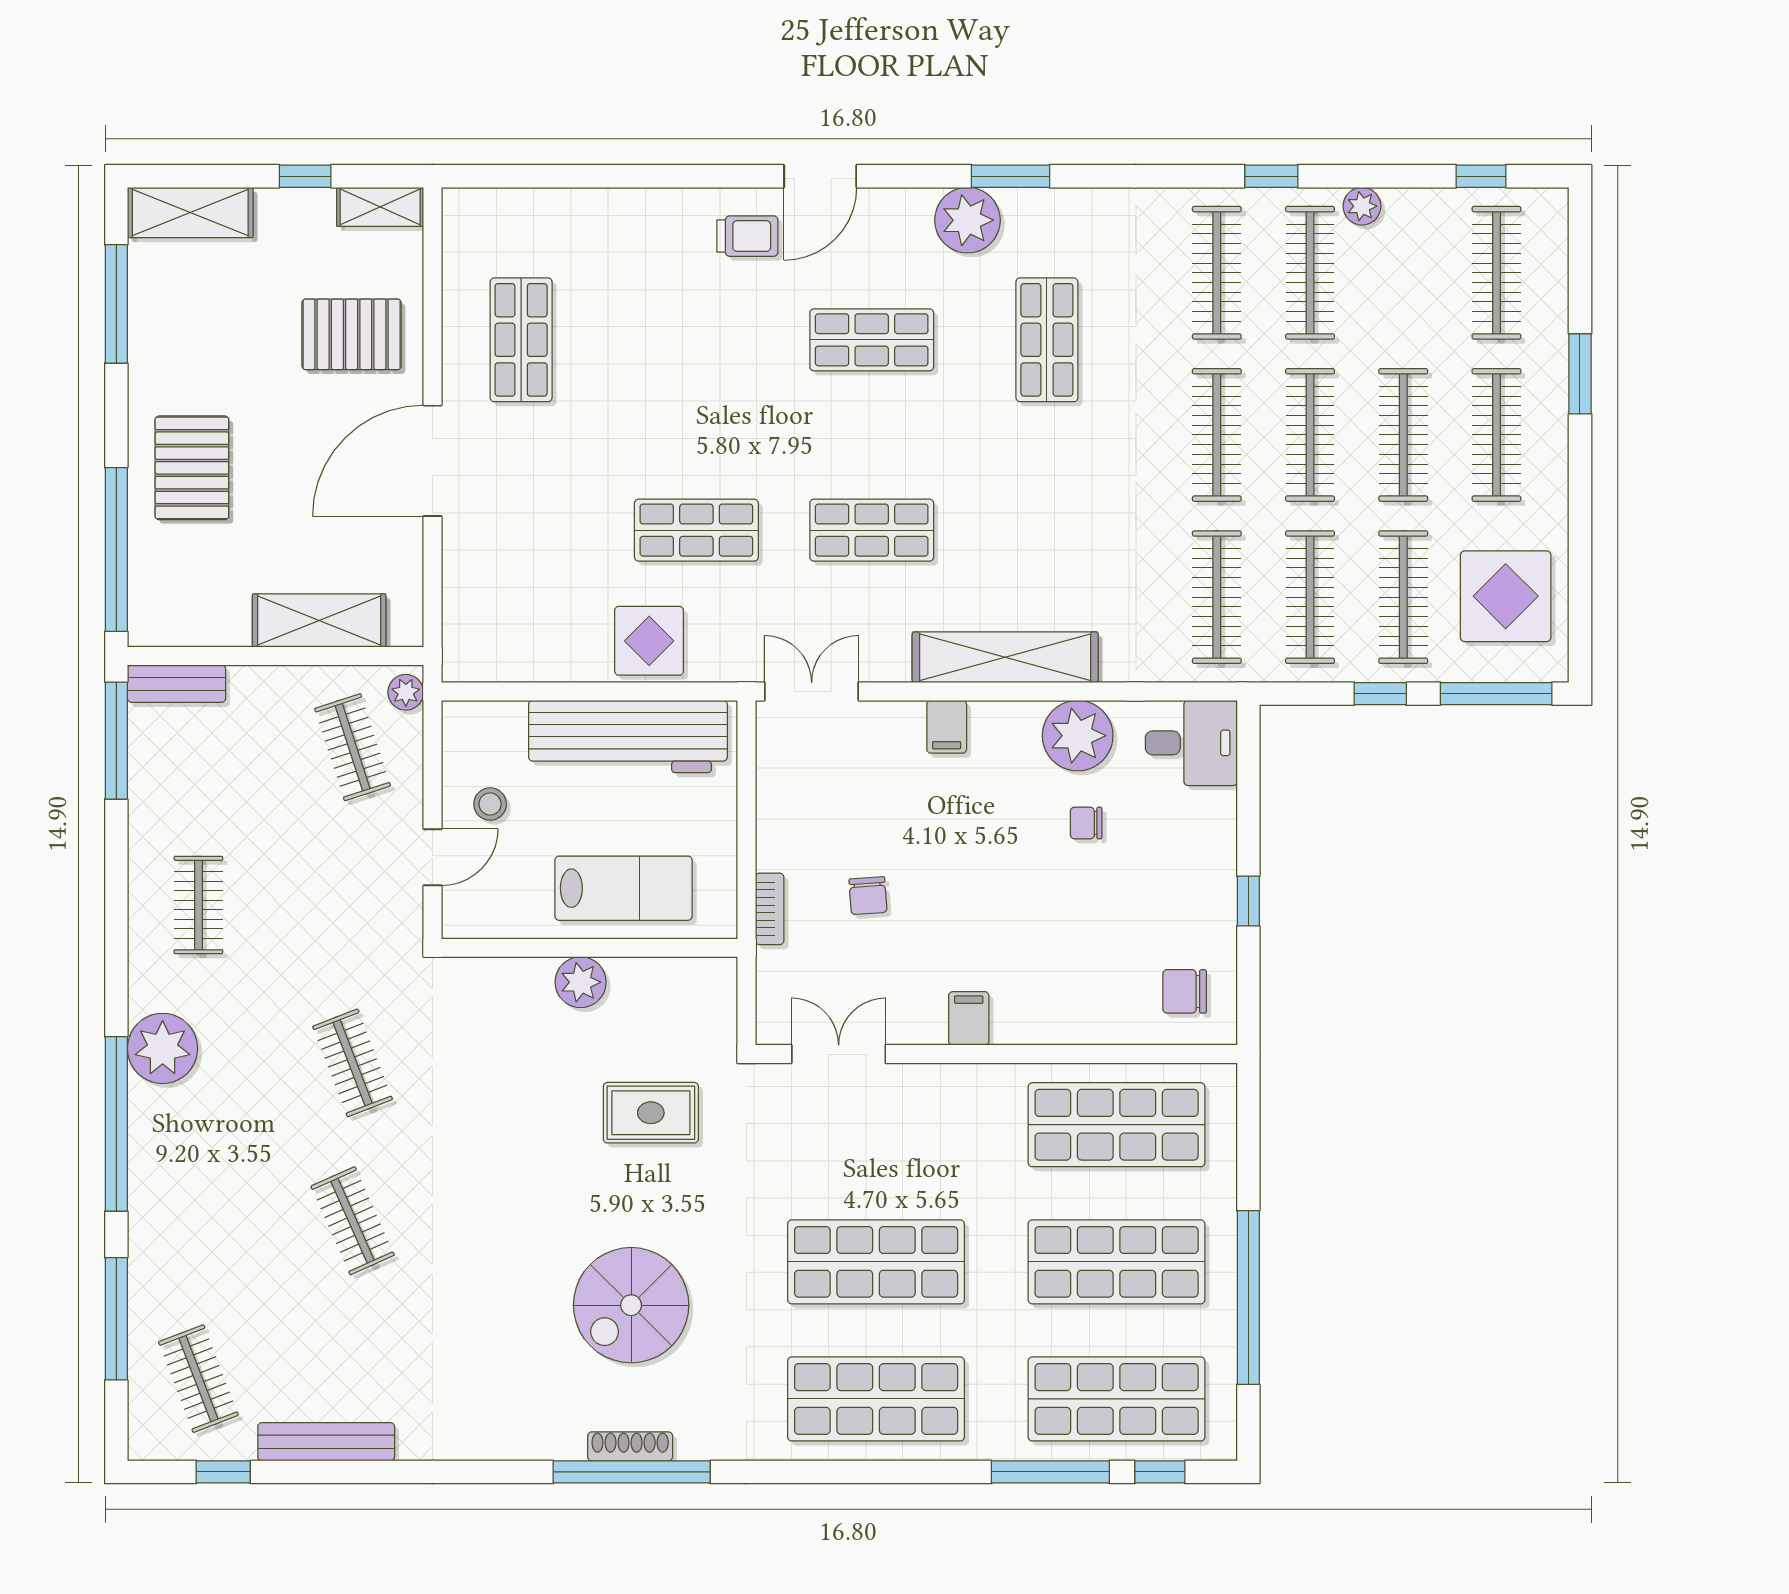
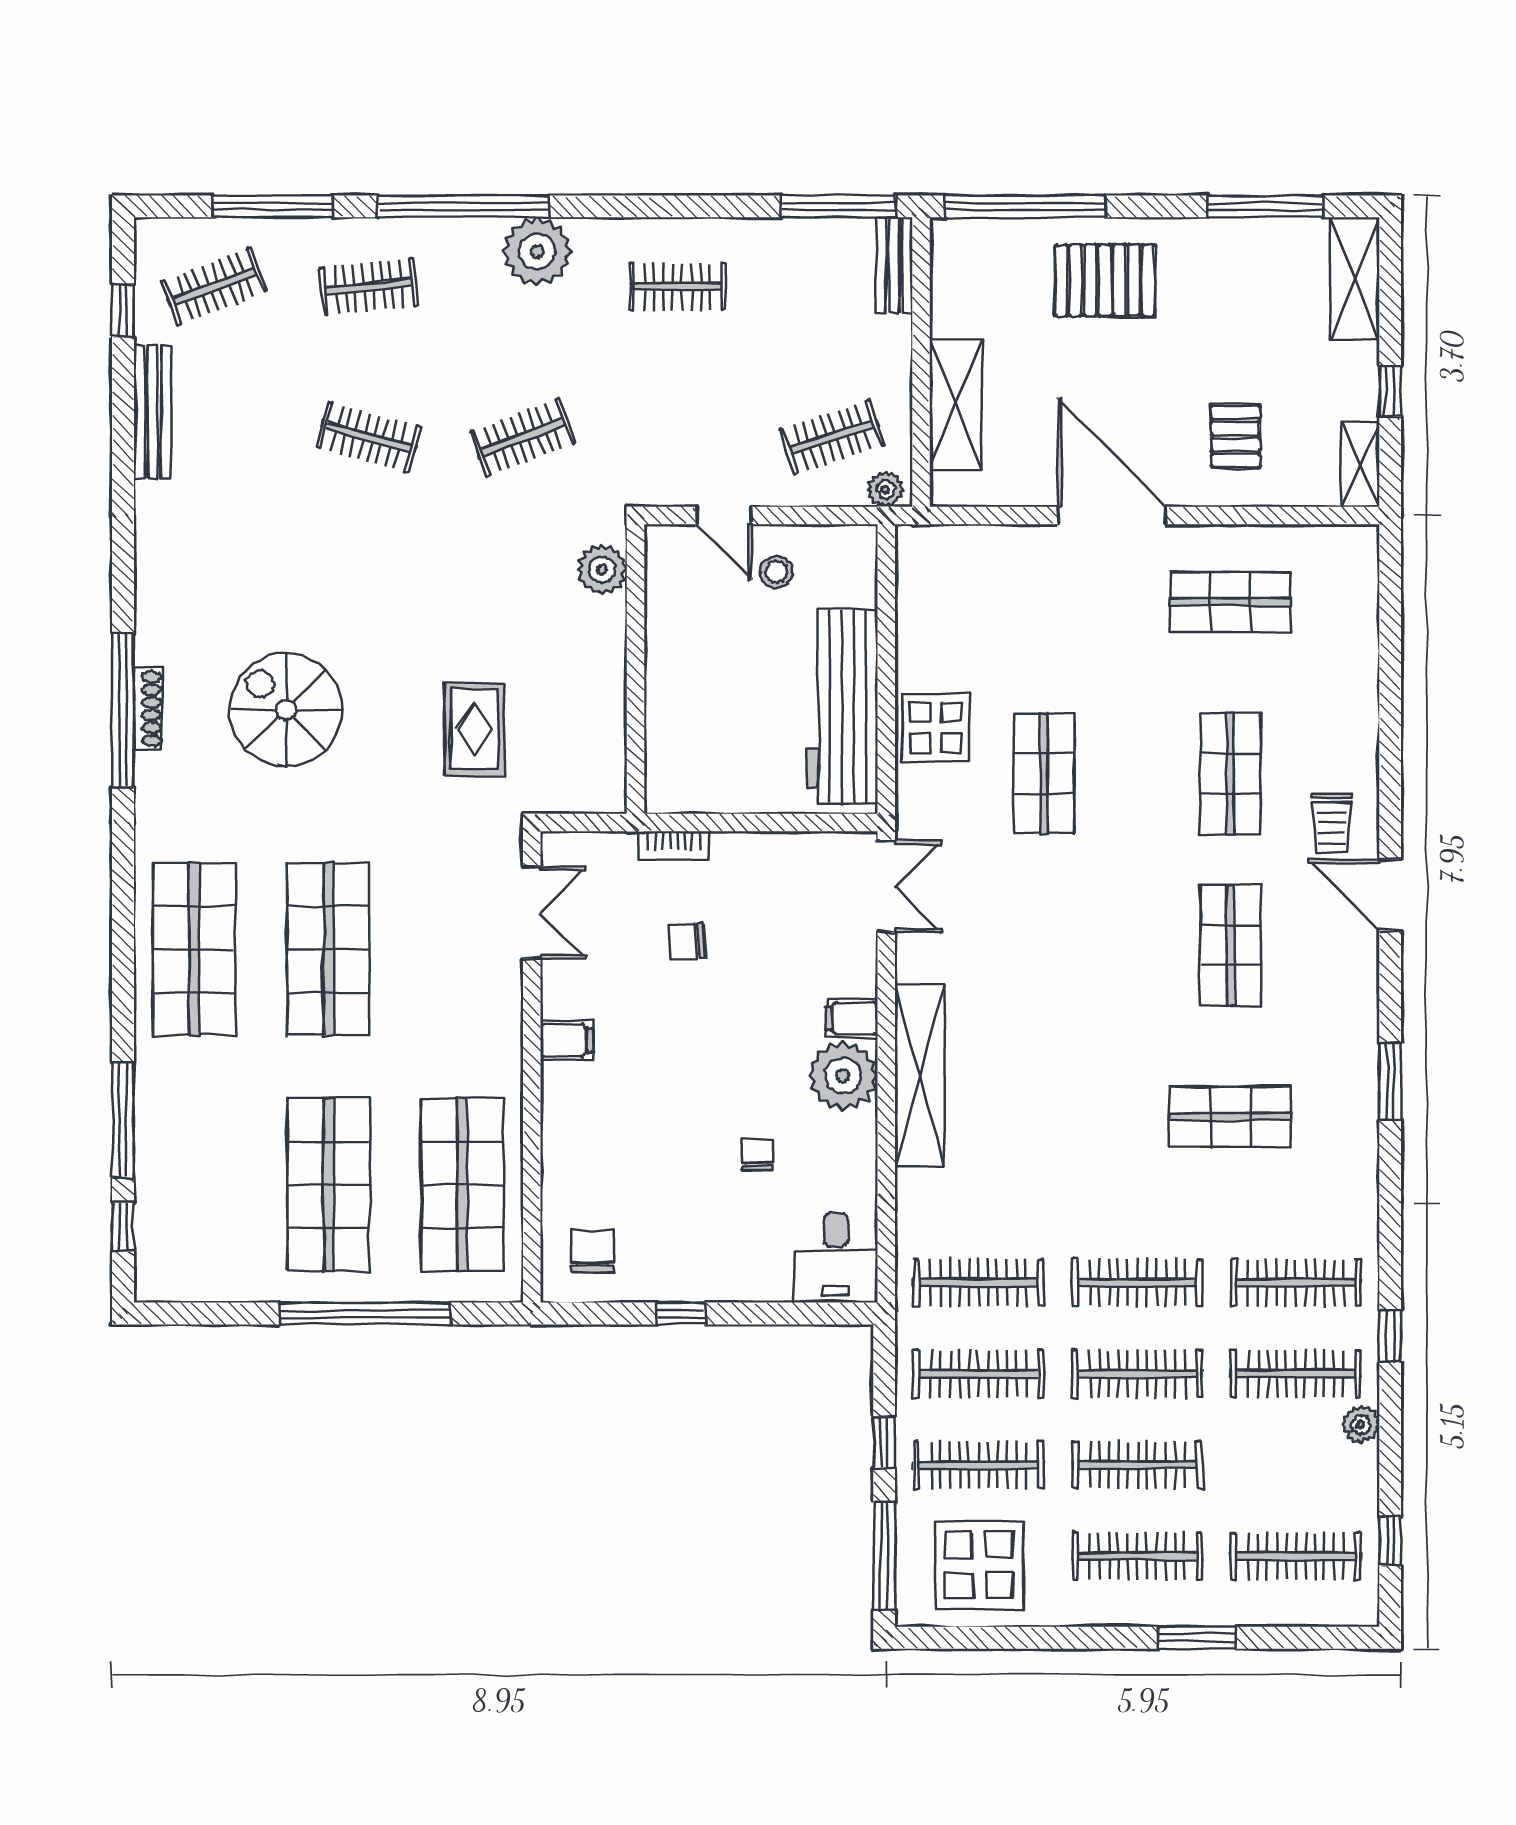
plant: (967, 220) -> (1347, 1039), removed
pallet: (352, 334) -> (1236, 436), width x0.67, depth x0.71
shop shelf: (872, 530) -> (1230, 774), moved
plant: (1078, 736) -> (843, 1076), moved
lab bench: (623, 888) -> (694, 702), removed
plant: (581, 982) -> (602, 569), moved
clothes rail: (198, 1221) -> (369, 287), added
clothes rail: (353, 1221) -> (369, 437), turned 39
window: (1248, 1298) -> (365, 1313), moved
shop shelf: (1117, 1399) -> (194, 1185), removed

